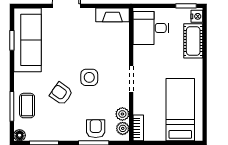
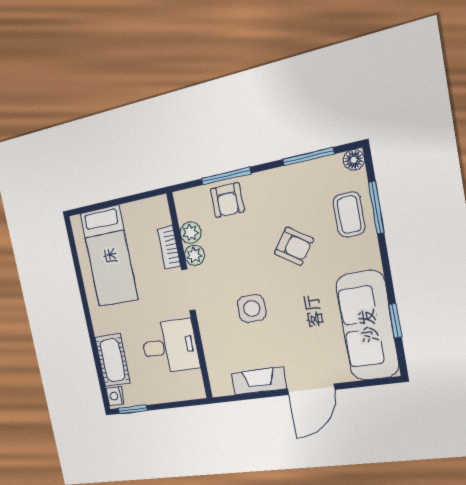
fireplace: (112, 15) -> (259, 381), moved
desk: (151, 28) -> (170, 346), moved
side table: (89, 77) -> (252, 308), moved
plant: (123, 128) -> (194, 255), moved
bookcase: (138, 128) -> (169, 247), moved

